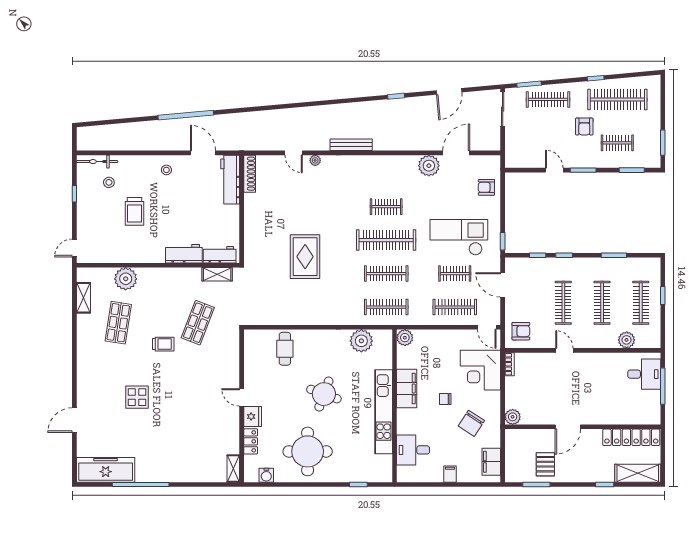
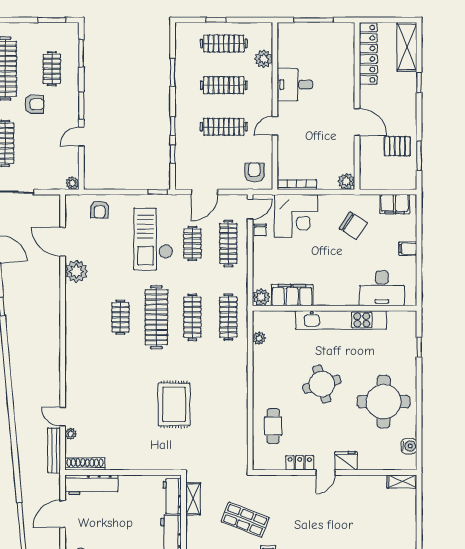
bench: (351, 145) -> (54, 450), moved
door: (294, 153) -> (63, 417), swing flipped
plant: (315, 160) -> (71, 434), moved
plant: (511, 162) -> (72, 183), added
rug: (305, 257) -> (174, 404), turned 90
plant: (361, 341) -> (259, 338), width x0.53, depth x0.53
cafe table: (285, 349) -> (273, 426), turned 90
bookcase: (509, 364) -> (297, 185), width x1.56
desk: (644, 374) -> (295, 85), moved, turned -90
filing cabinet: (407, 389) -> (292, 295), moved
round table: (324, 394) -> (322, 384), turned -36
chair: (445, 399) -> (260, 230), moved
locker: (251, 441) -> (300, 463), moved
desk: (413, 450) -> (382, 288), width x1.37

